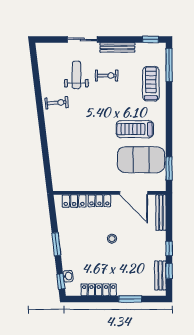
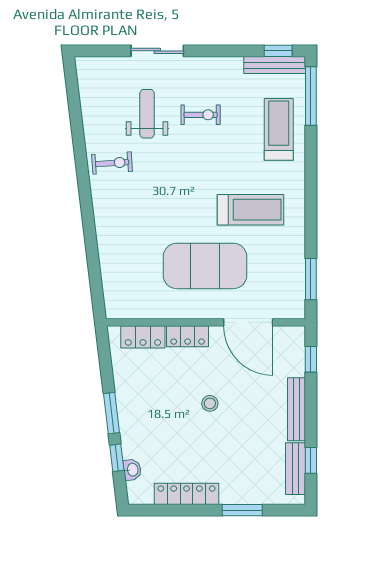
bench: (117, 47) -> (275, 65), moved
treadmill: (135, 129) -> (251, 210), turned 180
exercise mat: (141, 160) -> (205, 266), moved
bench: (161, 213) -> (297, 409), moved
window: (169, 248) -> (311, 359), moved
window: (61, 281) -> (117, 458), moved

